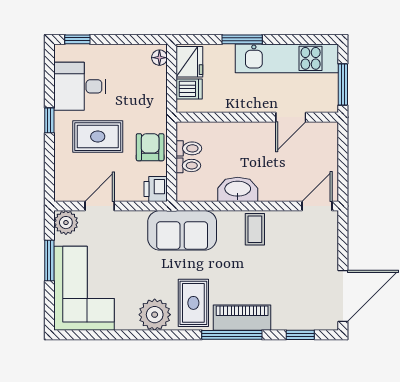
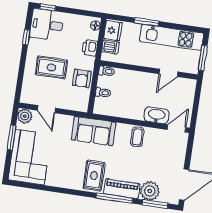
desk: (80, 86) -> (47, 25), moved
window: (49, 120) -> (26, 37), moved
armchair: (150, 147) -> (82, 78), turned 180
toilet: (189, 148) -> (107, 71), moved
printer: (156, 189) -> (90, 48), moved
washbasin: (238, 189) -> (157, 115), moved
door: (100, 206) -> (46, 109), swing flipped
plant: (155, 315) -> (150, 191), moved
window: (300, 335) -> (155, 204), width x1.50

